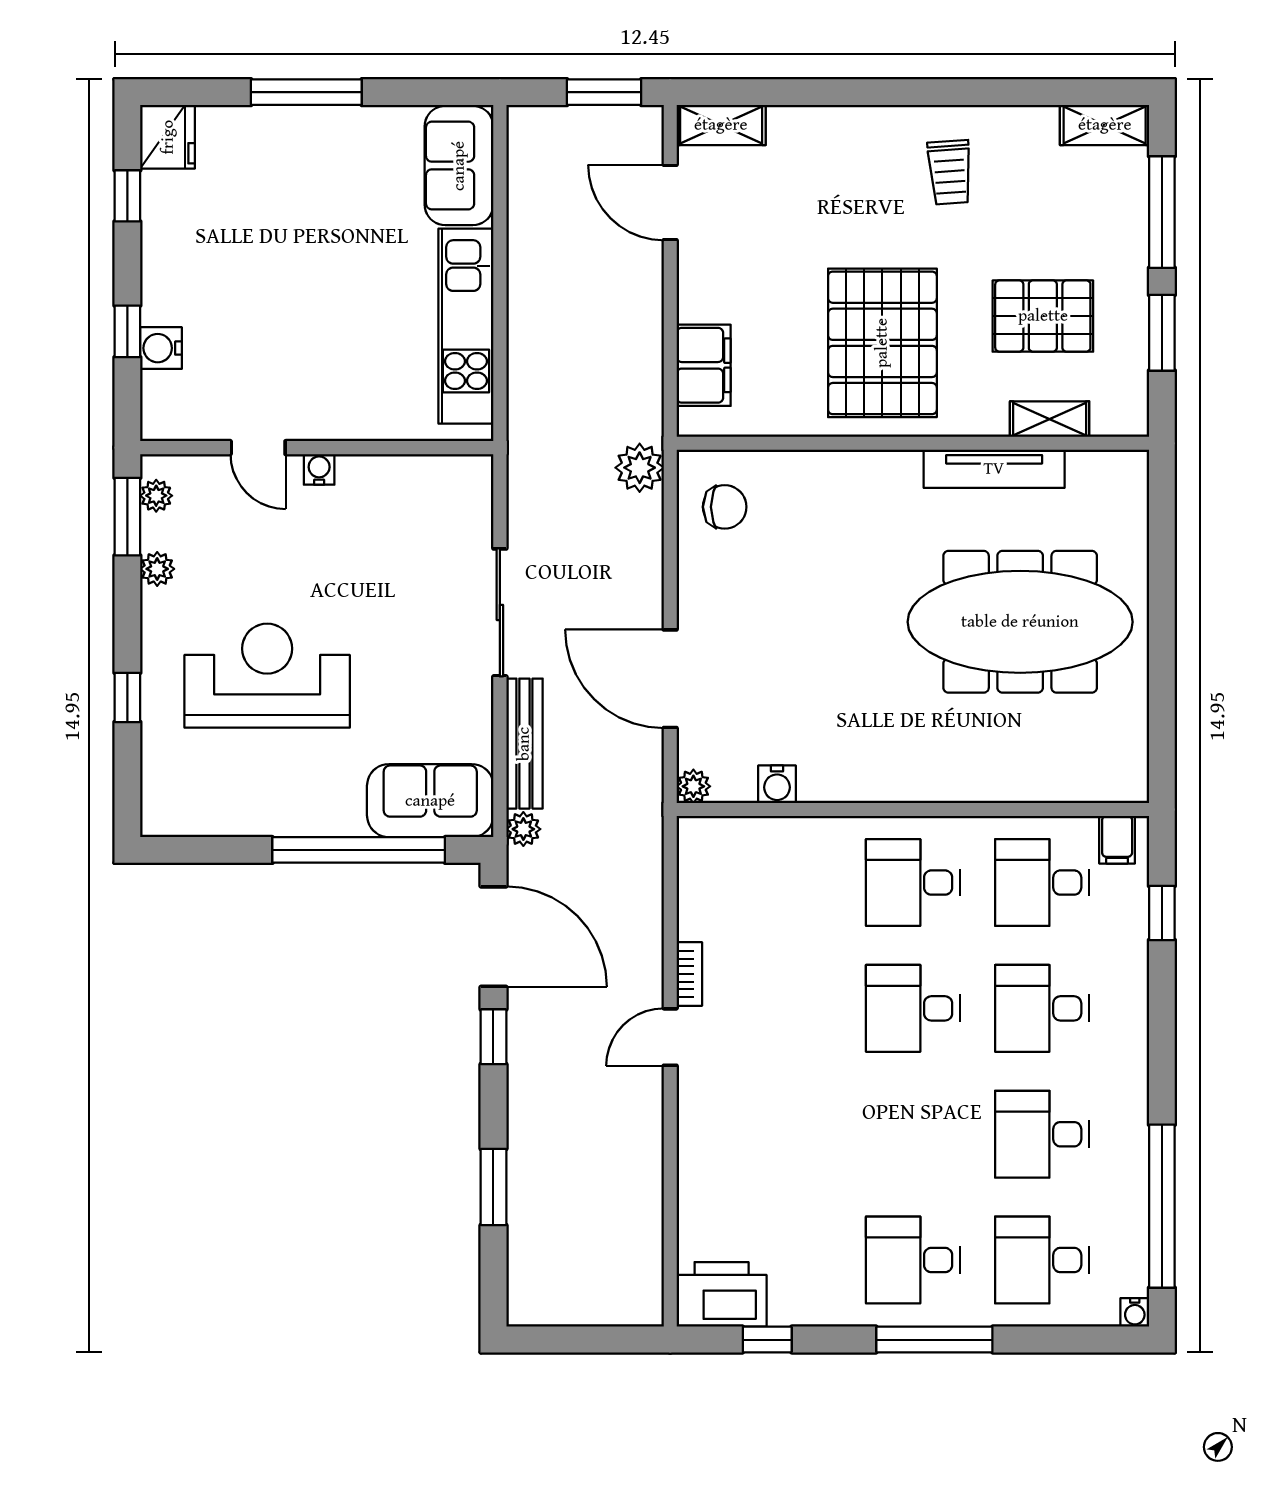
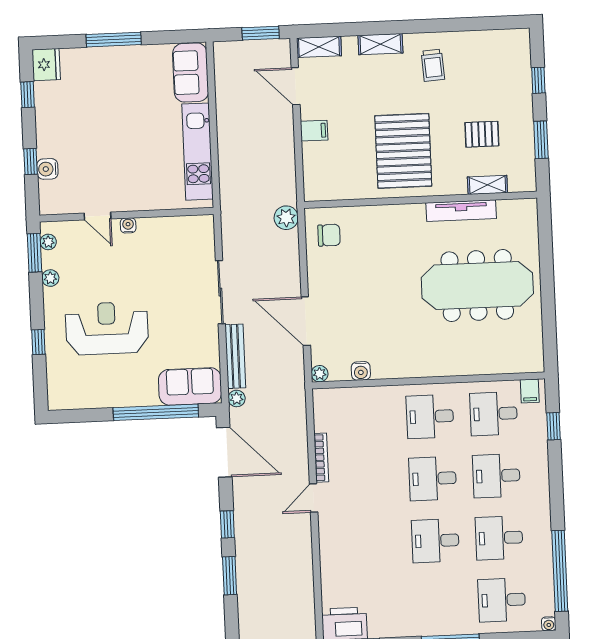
shelving: (1105, 125) -> (380, 44), moved
window: (1162, 212) -> (538, 80), width x0.46
pallet: (1043, 316) -> (482, 134), width x0.67, depth x0.71
filing cabinet: (704, 365) -> (314, 131), moved, width x0.50
bookcase: (689, 974) -> (321, 458), width x1.56
window: (493, 1037) -> (227, 524), moved
desk: (913, 1260) -> (435, 541), moved

